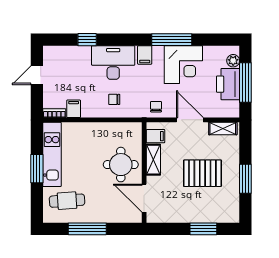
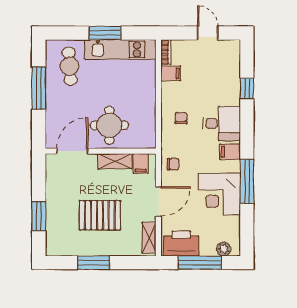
desk: (113, 63) -> (222, 123), width x0.73
printer: (228, 84) -> (181, 243), moved
pallet: (202, 173) -> (100, 215), turned 90

